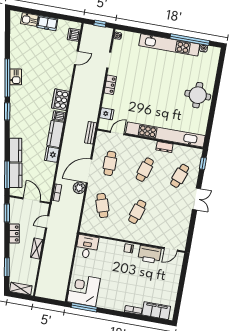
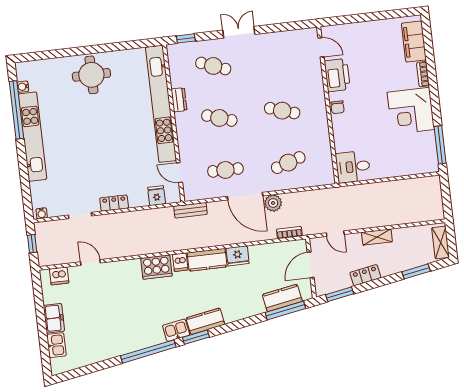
kitchen sink: (16, 77) -> (176, 330), moved
kitchen counter: (16, 150) -> (205, 321), moved
corner desk: (84, 290) -> (411, 111), moved

